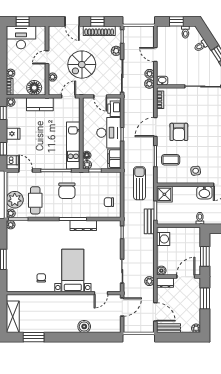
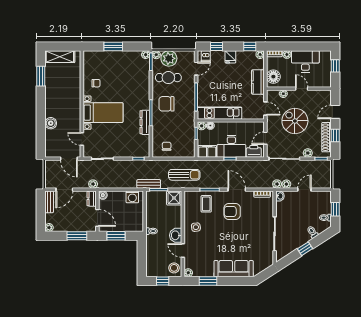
desk: (21, 37) -> (305, 61), moved, turned -90
chair: (67, 191) -> (166, 104), moved

